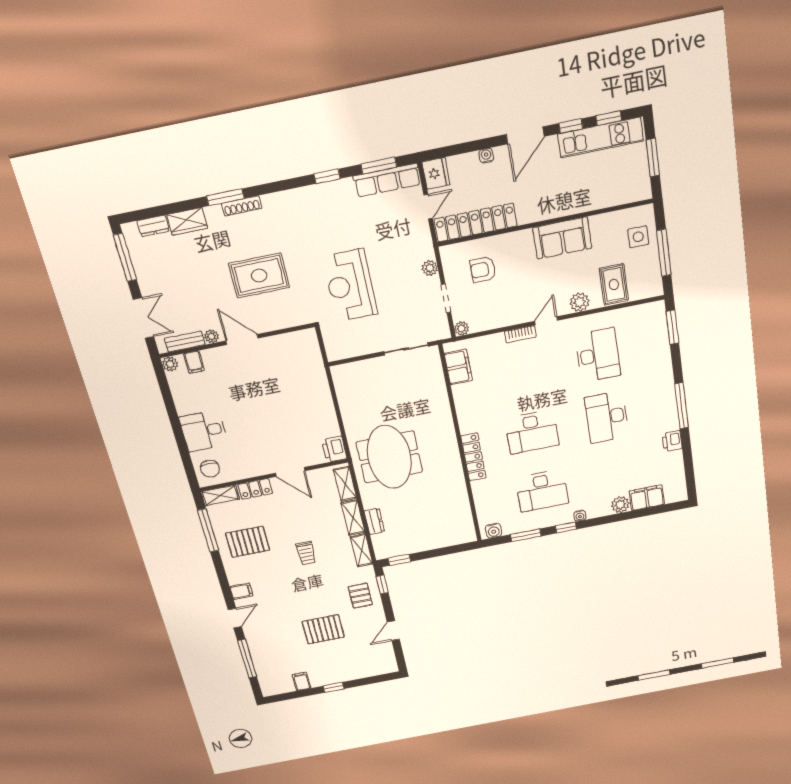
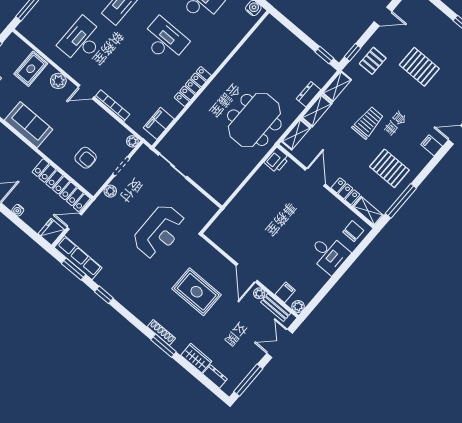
bookcase: (520, 334) -> (112, 106), width x1.56
locker: (473, 457) -> (193, 86), moved
trolley: (306, 553) -> (368, 123), width x1.36, depth x1.39

